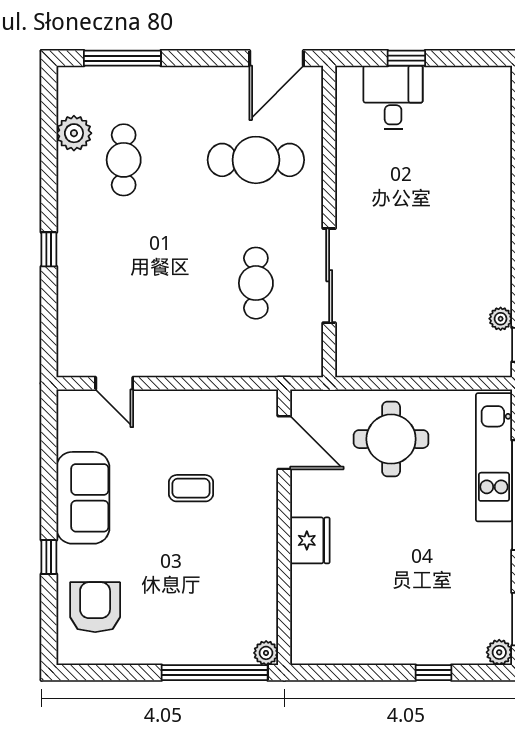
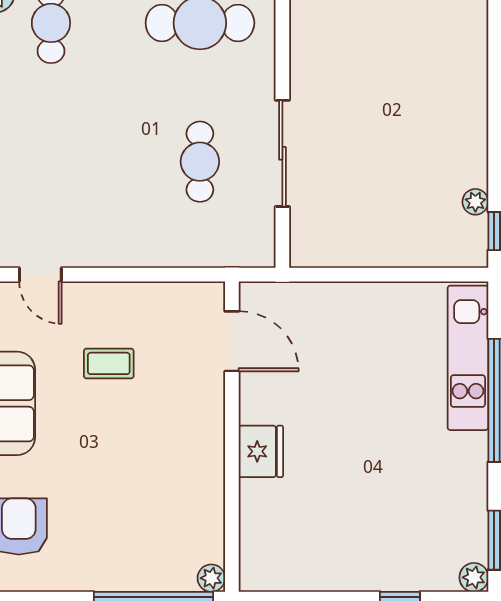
round table: (391, 439) -> (352, 337), removed
coffee table: (191, 488) -> (109, 363), moved

